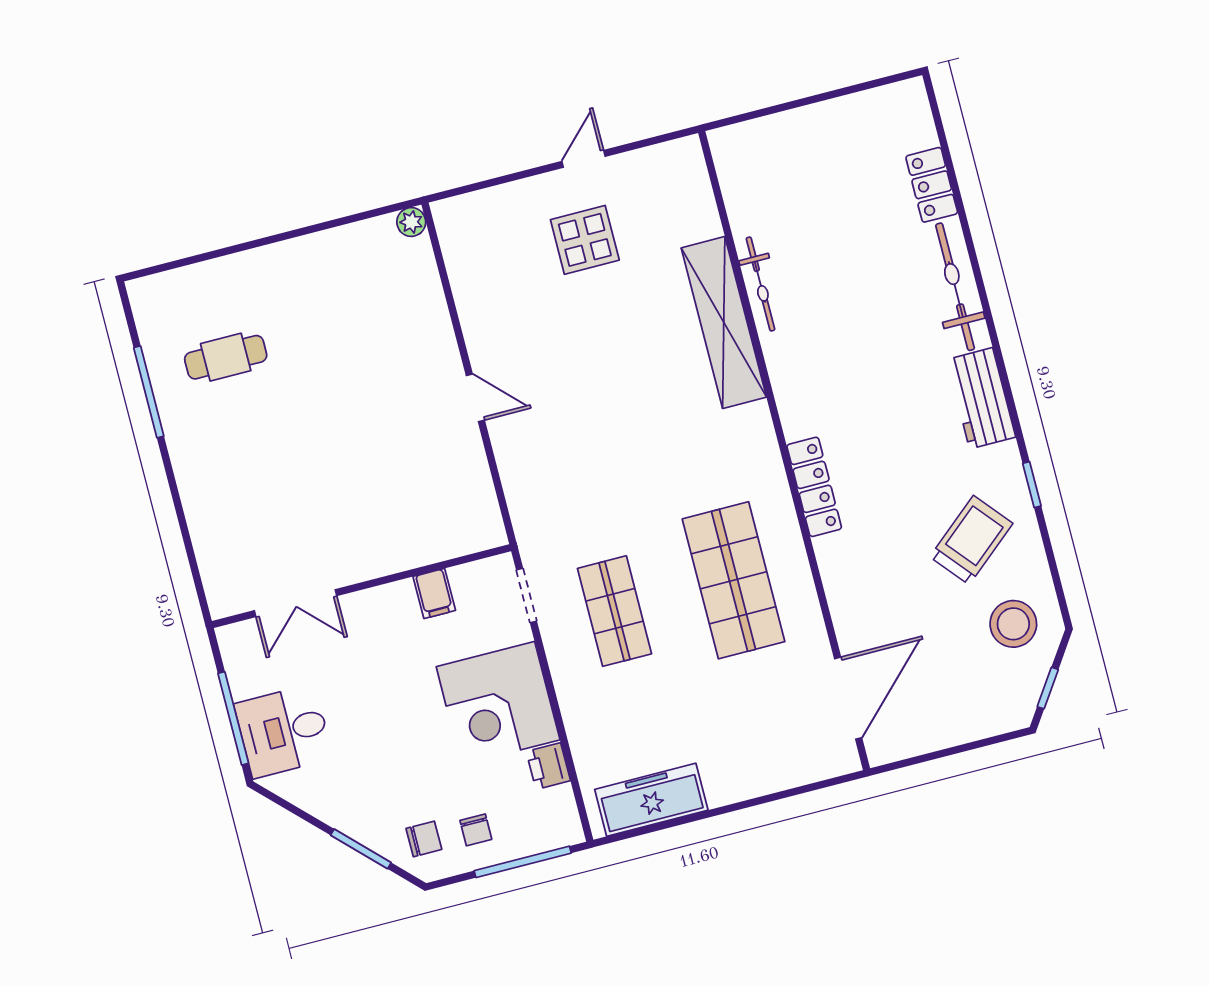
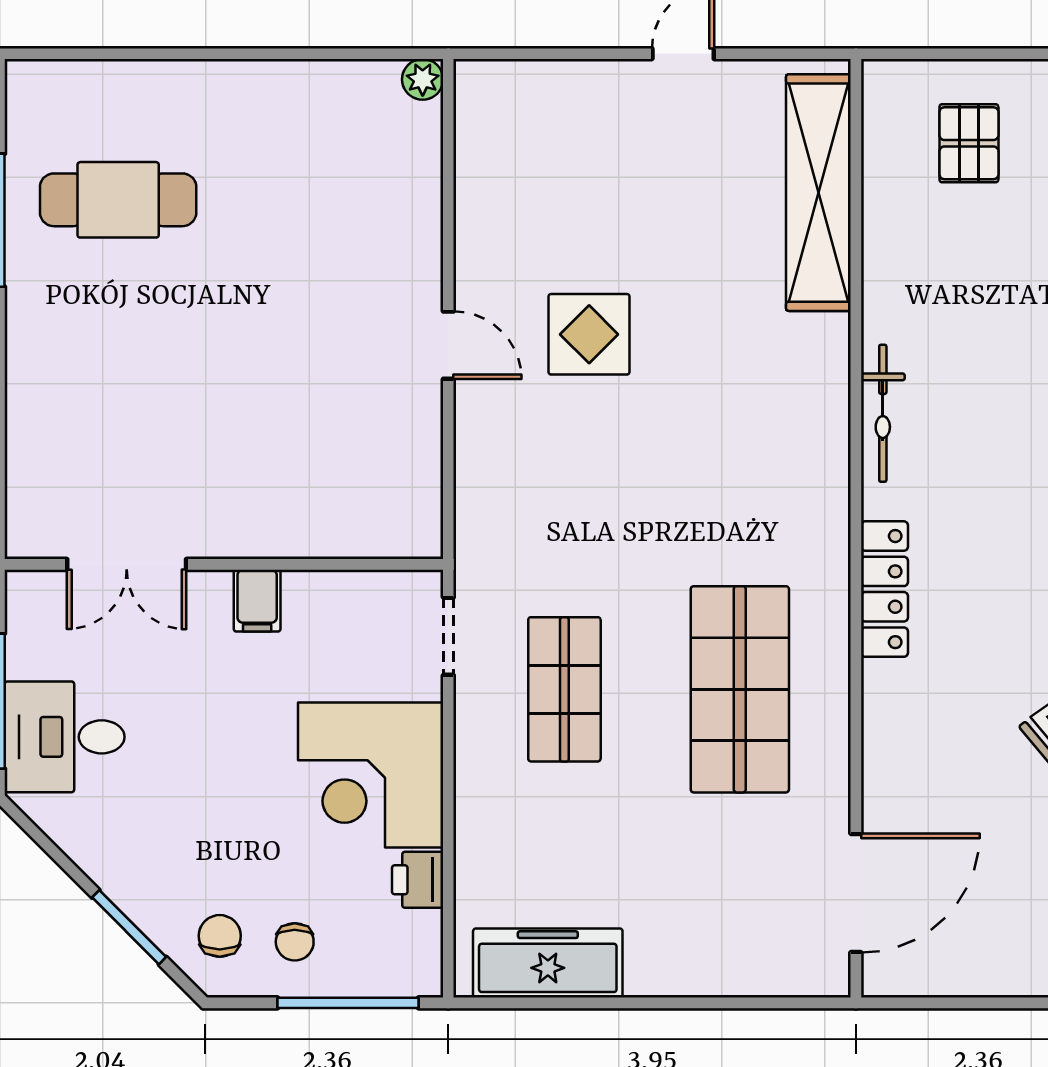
pallet: (793, 169) -> (969, 143), added
display table: (585, 240) -> (589, 334), moved
bicycle: (760, 284) -> (883, 413), moved
shelving: (724, 322) -> (818, 193), moved
cafe table: (226, 357) -> (118, 200), width x1.37, depth x1.35
filing cabinet: (434, 593) -> (257, 601), moved
chair: (424, 839) -> (220, 936), turned -90

